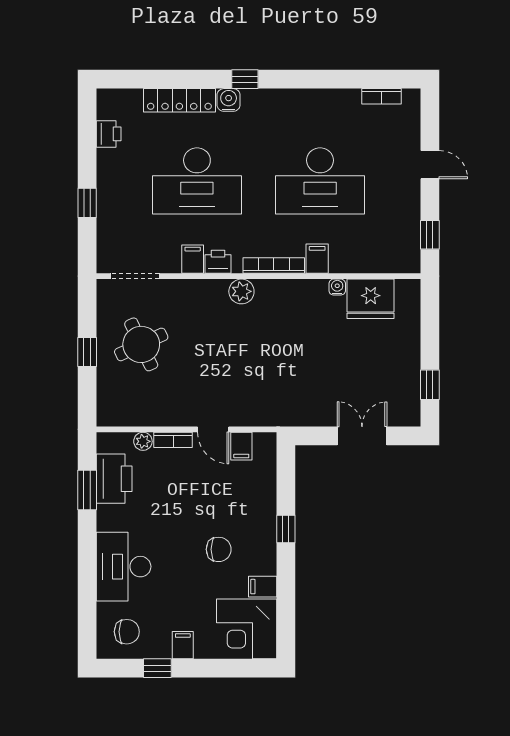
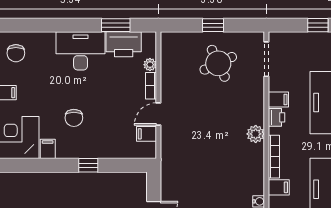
desk: (124, 567) -> (81, 51), moved

